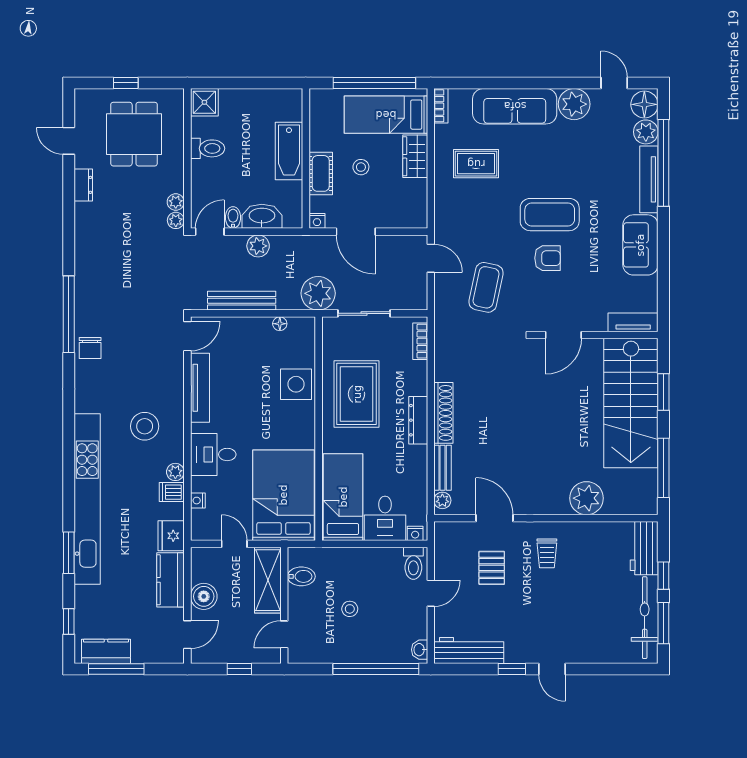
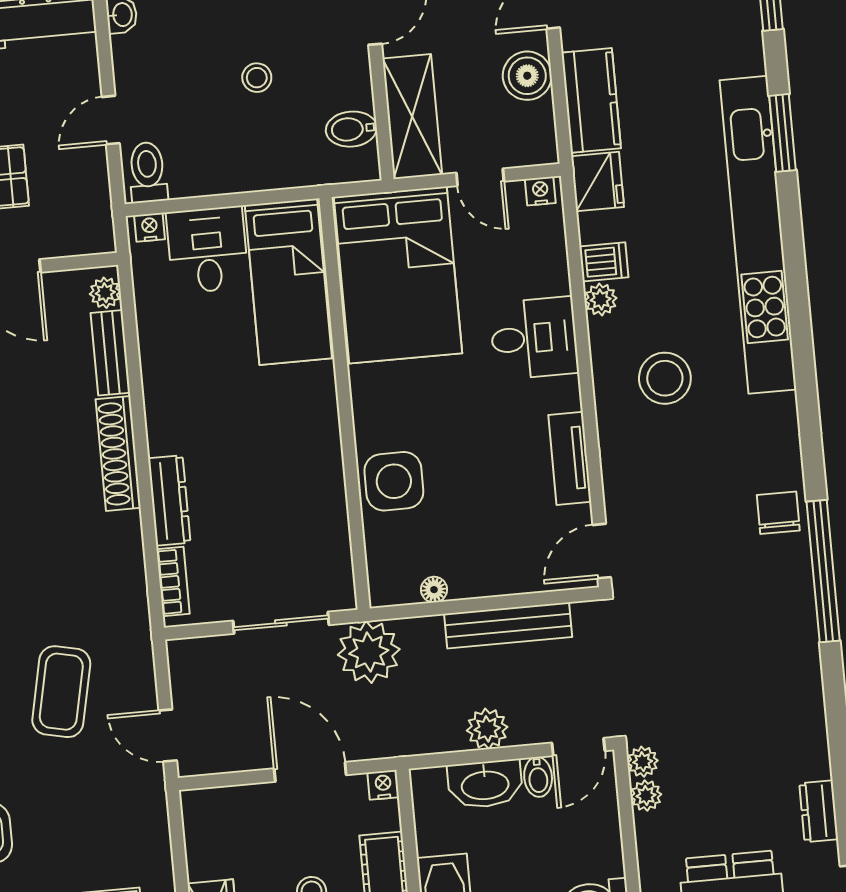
tv unit: (200, 388) -> (570, 458), width x0.71
rug: (357, 394) -> (281, 474), removed
dresser: (418, 420) -> (169, 500), moved
nightstand: (198, 501) -> (540, 191), moved, turned -90

